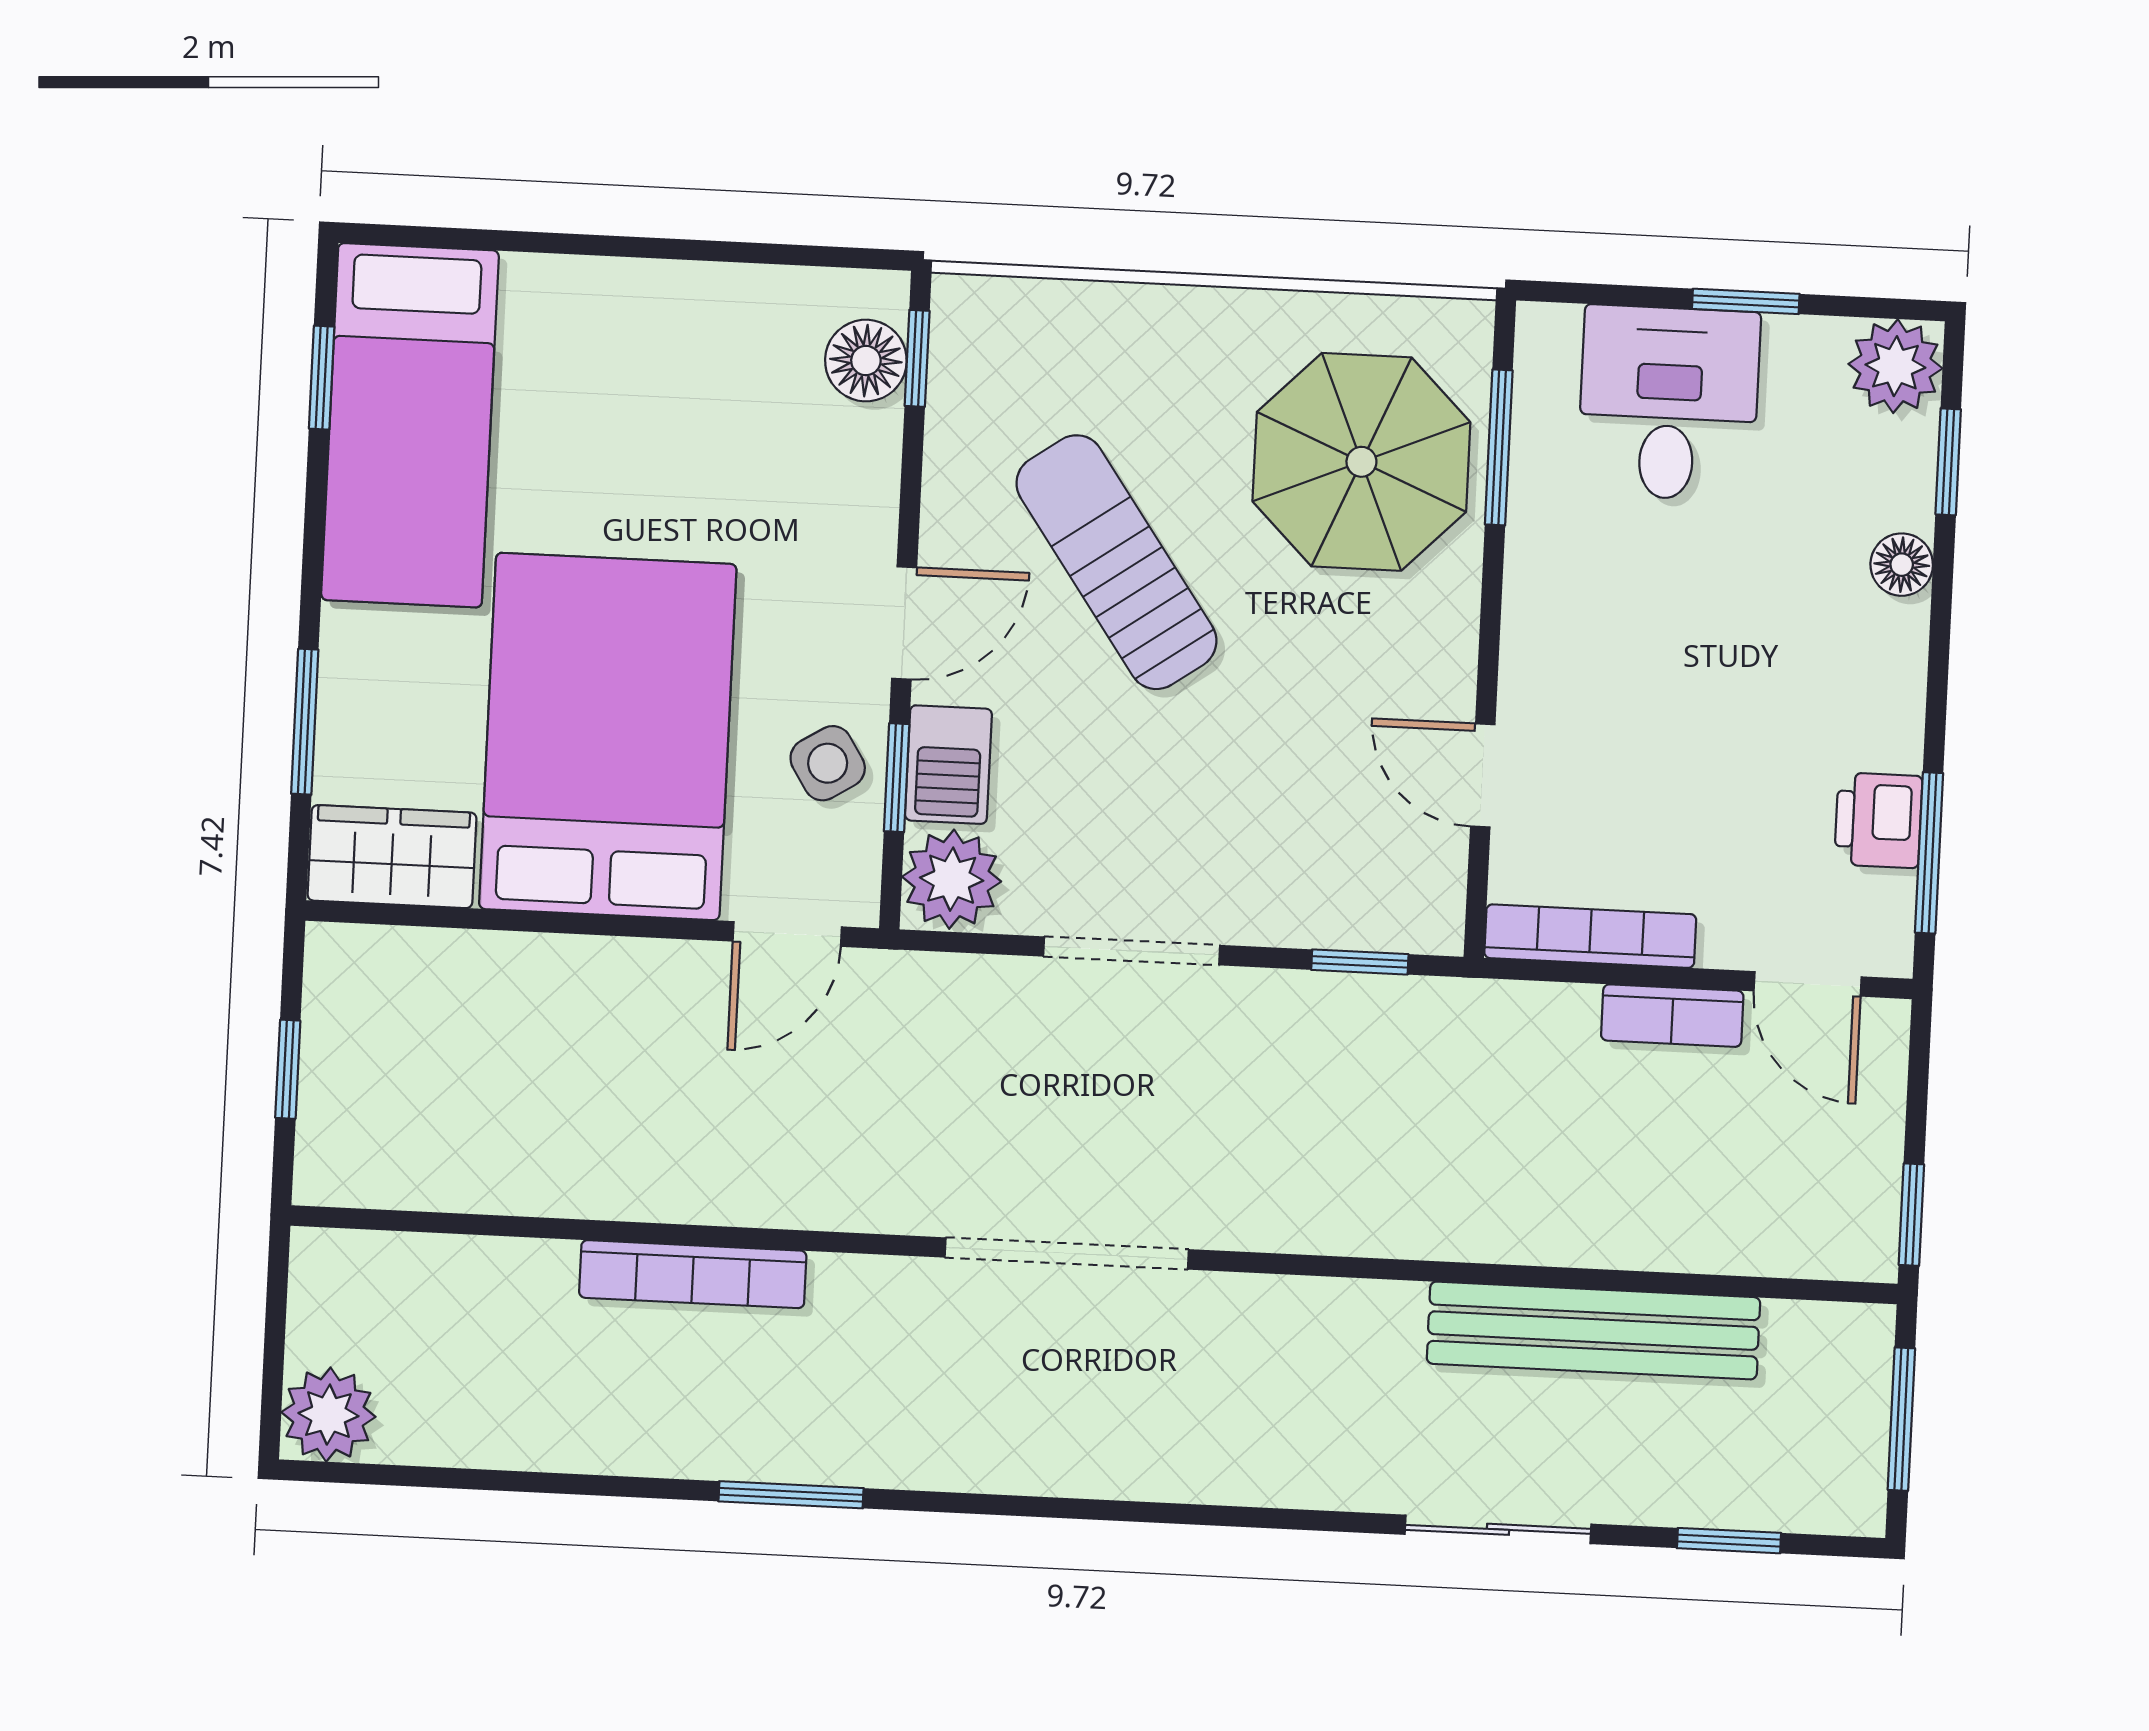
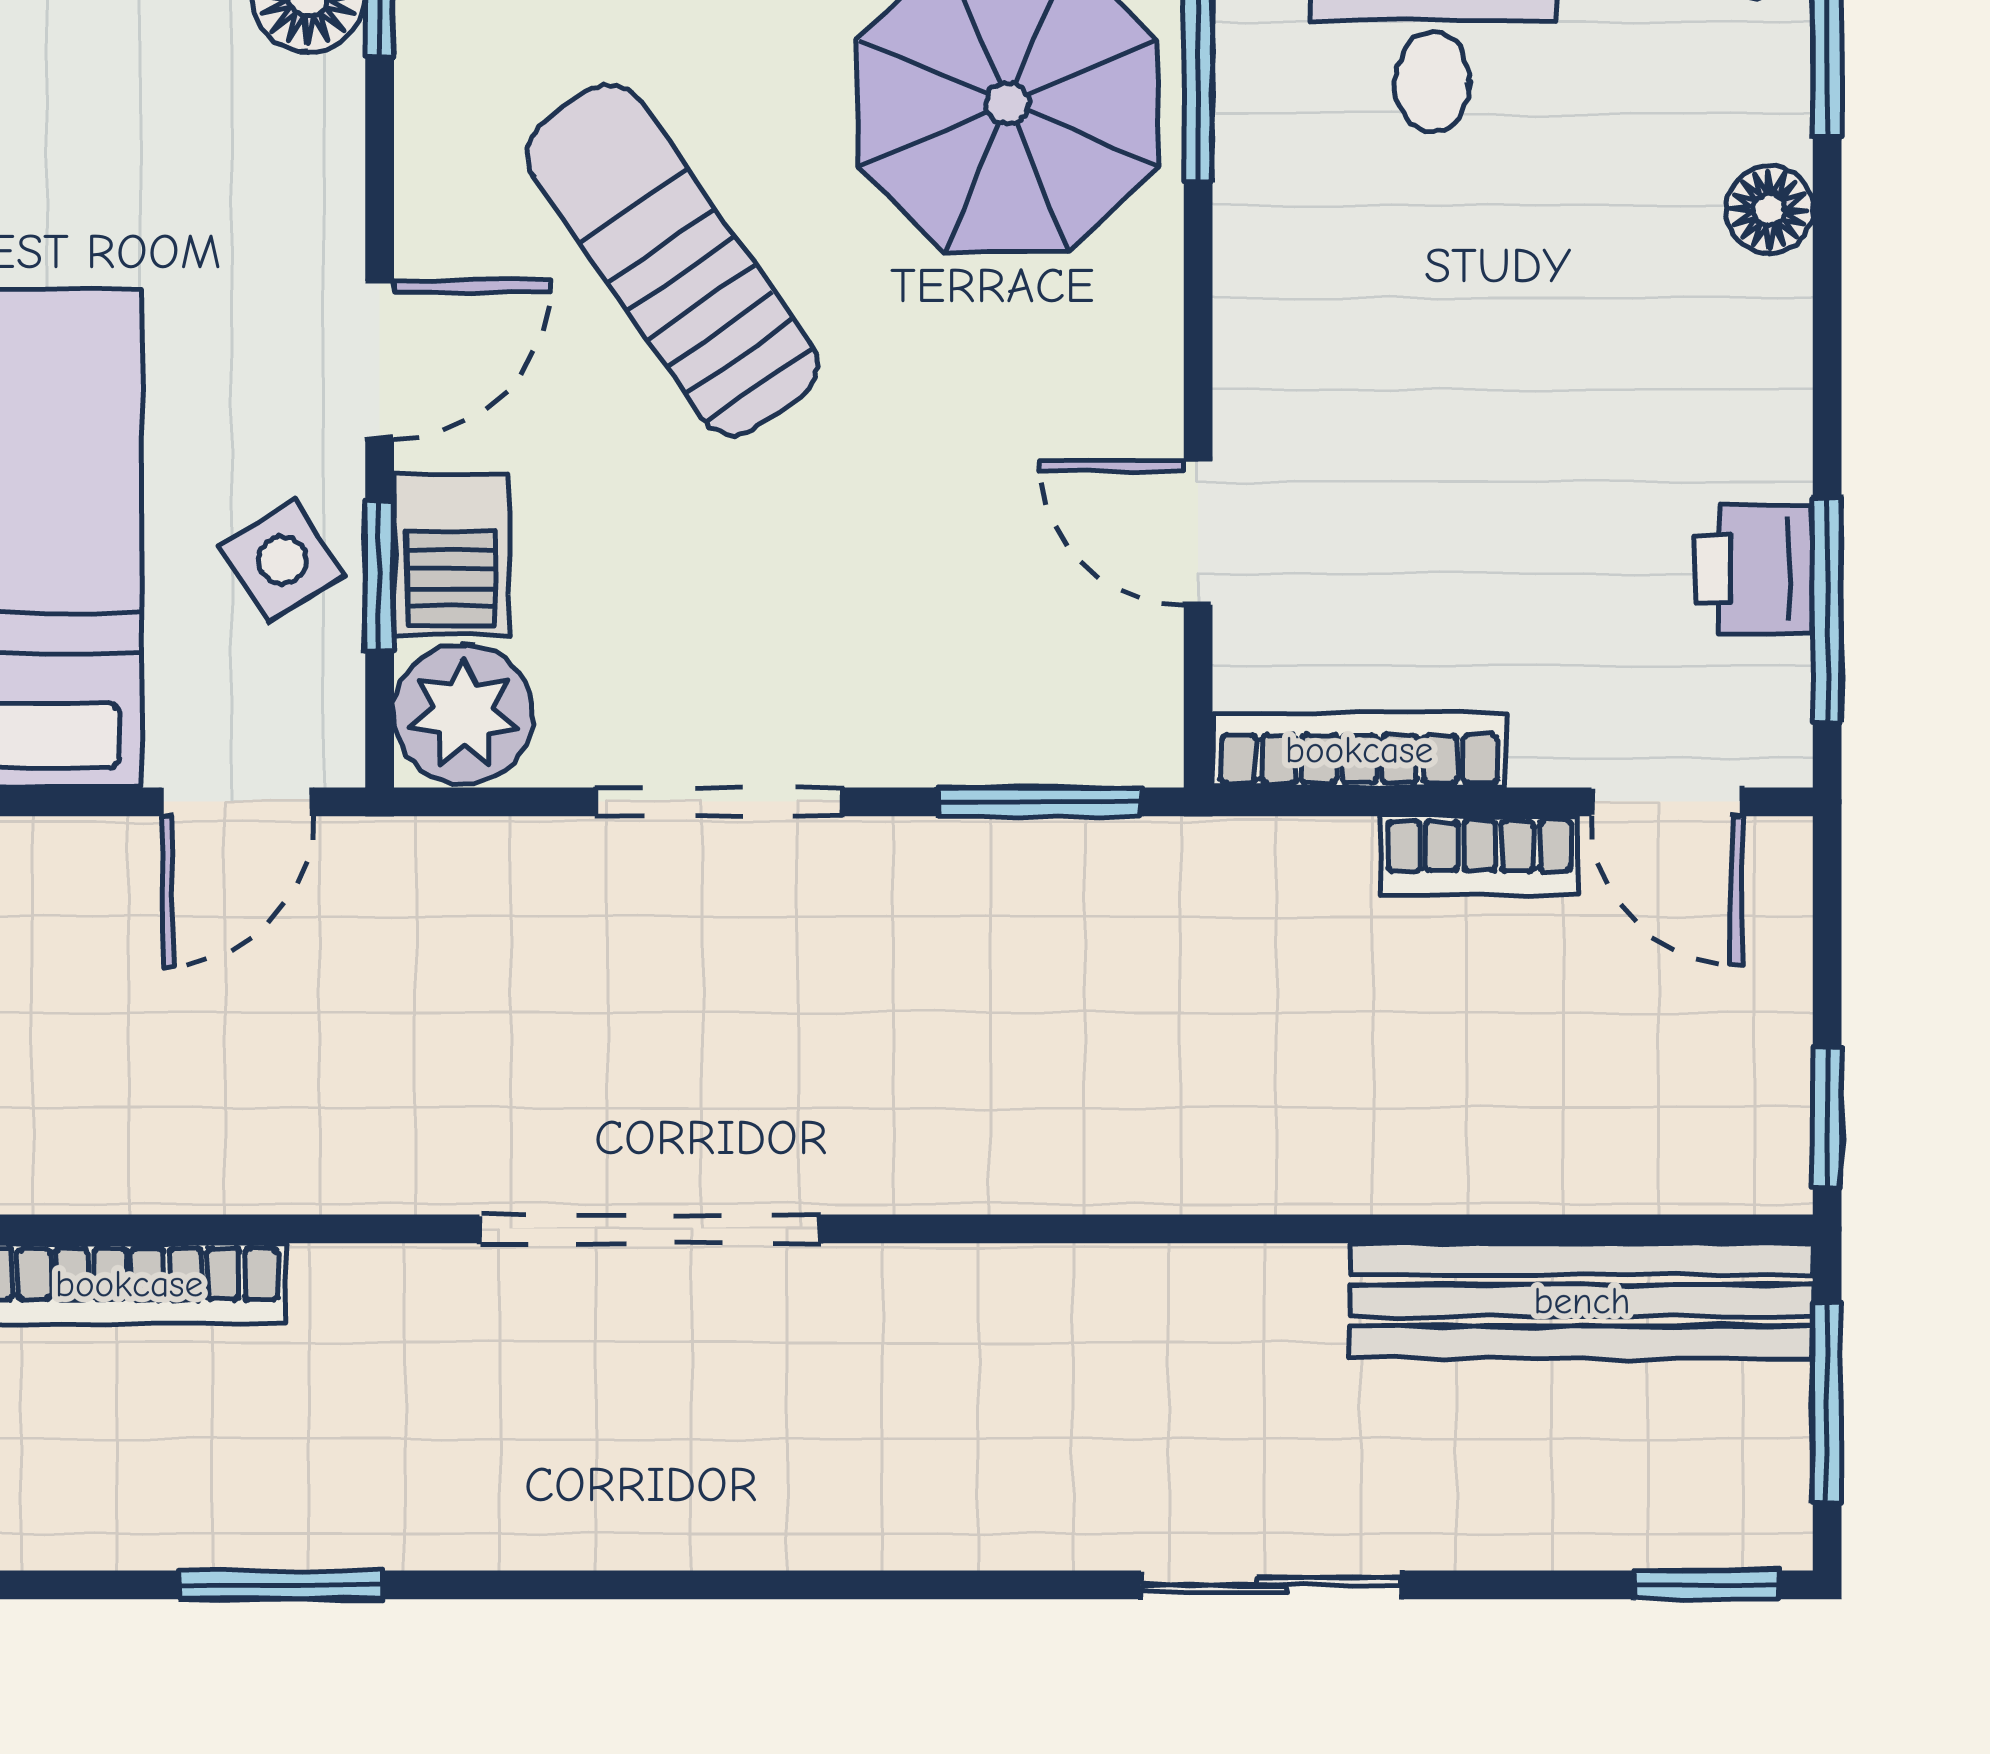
window: (1360, 962) -> (1039, 802), width x1.50
bench: (1593, 1331) -> (1582, 1301), moved
window: (1729, 1541) -> (1706, 1585), moved

